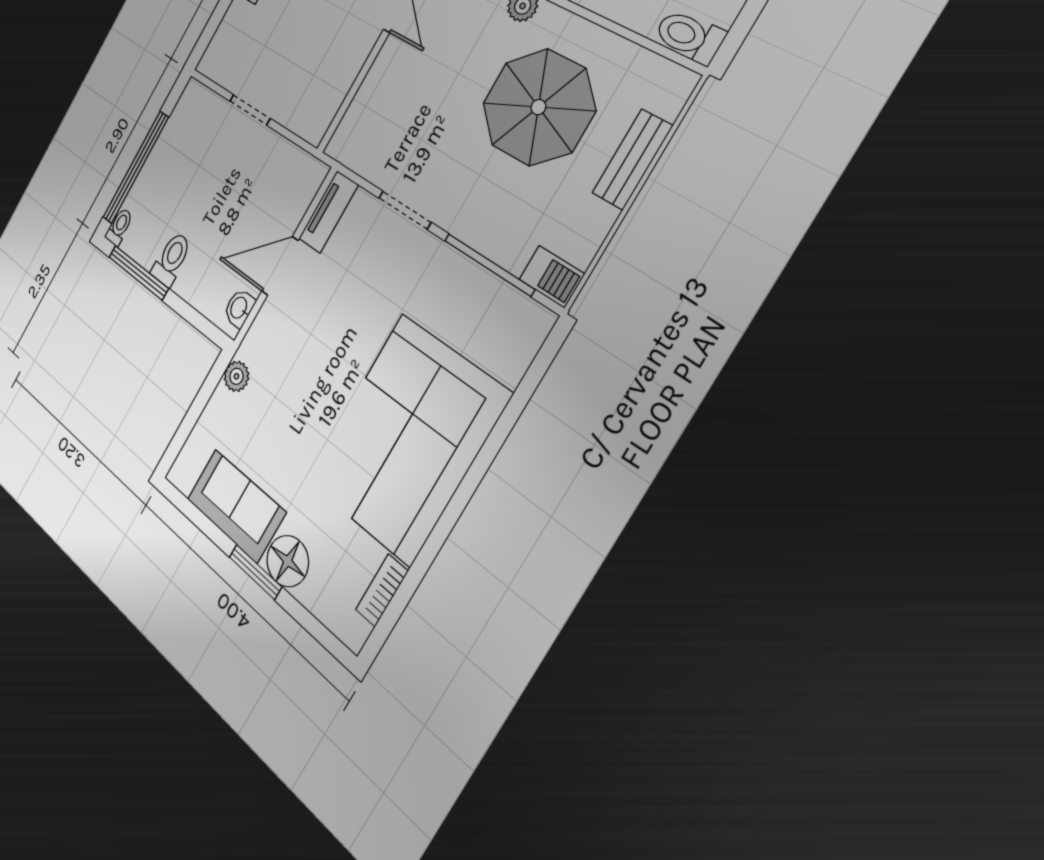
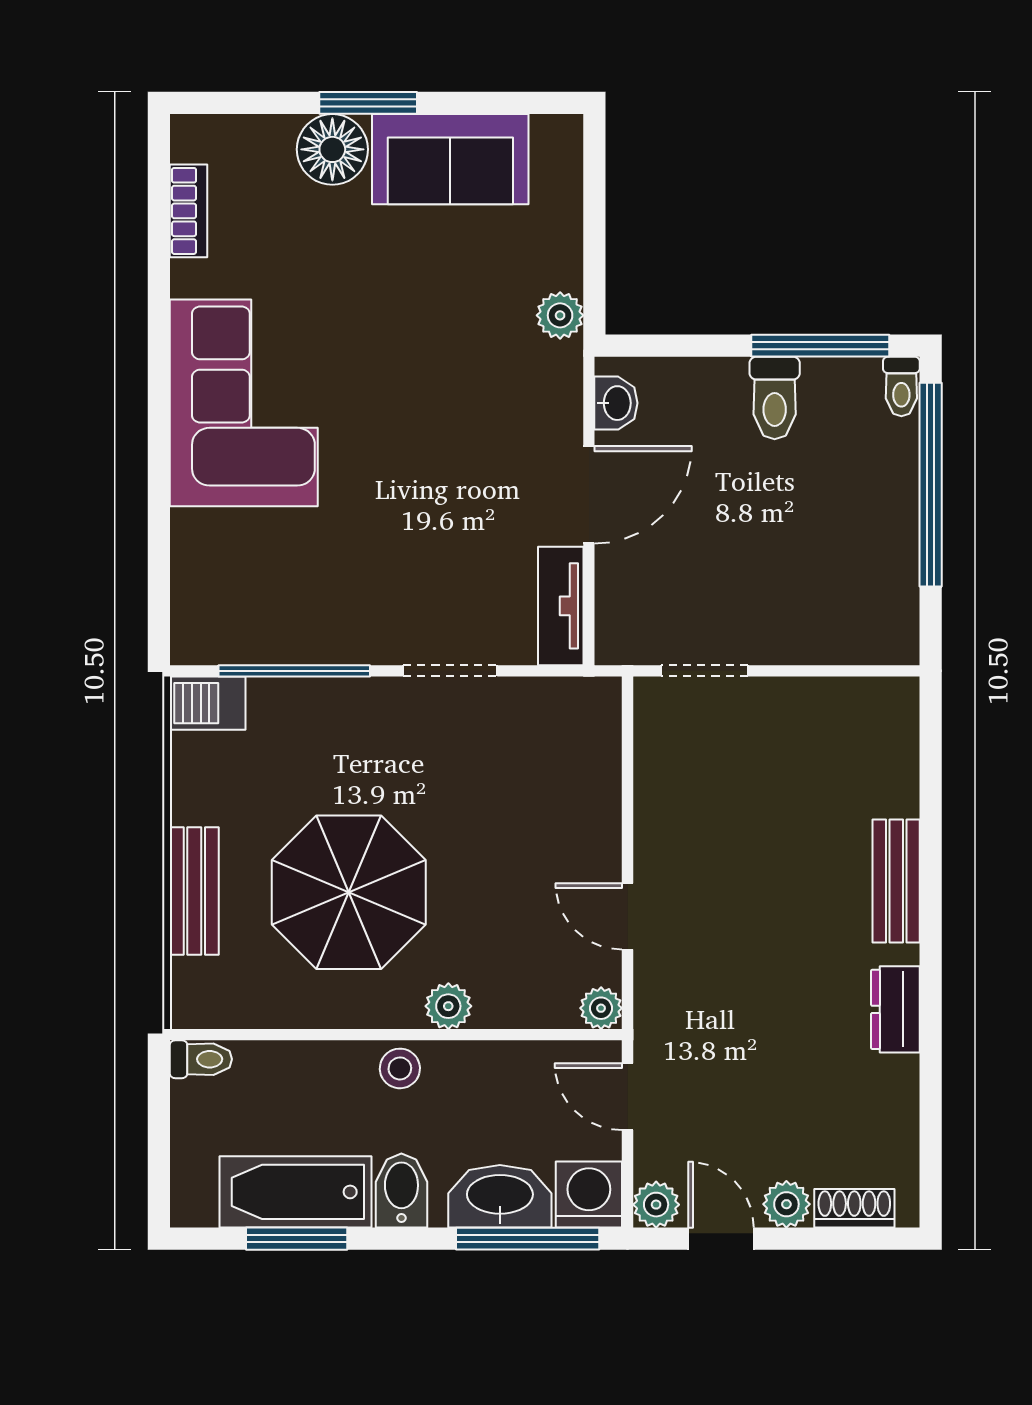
toilet: (689, 36) -> (201, 1059), width x0.73, depth x0.72
doorway: (250, 110) -> (705, 671), moved
corner sofa: (406, 438) -> (244, 403), width x0.73, depth x0.74

